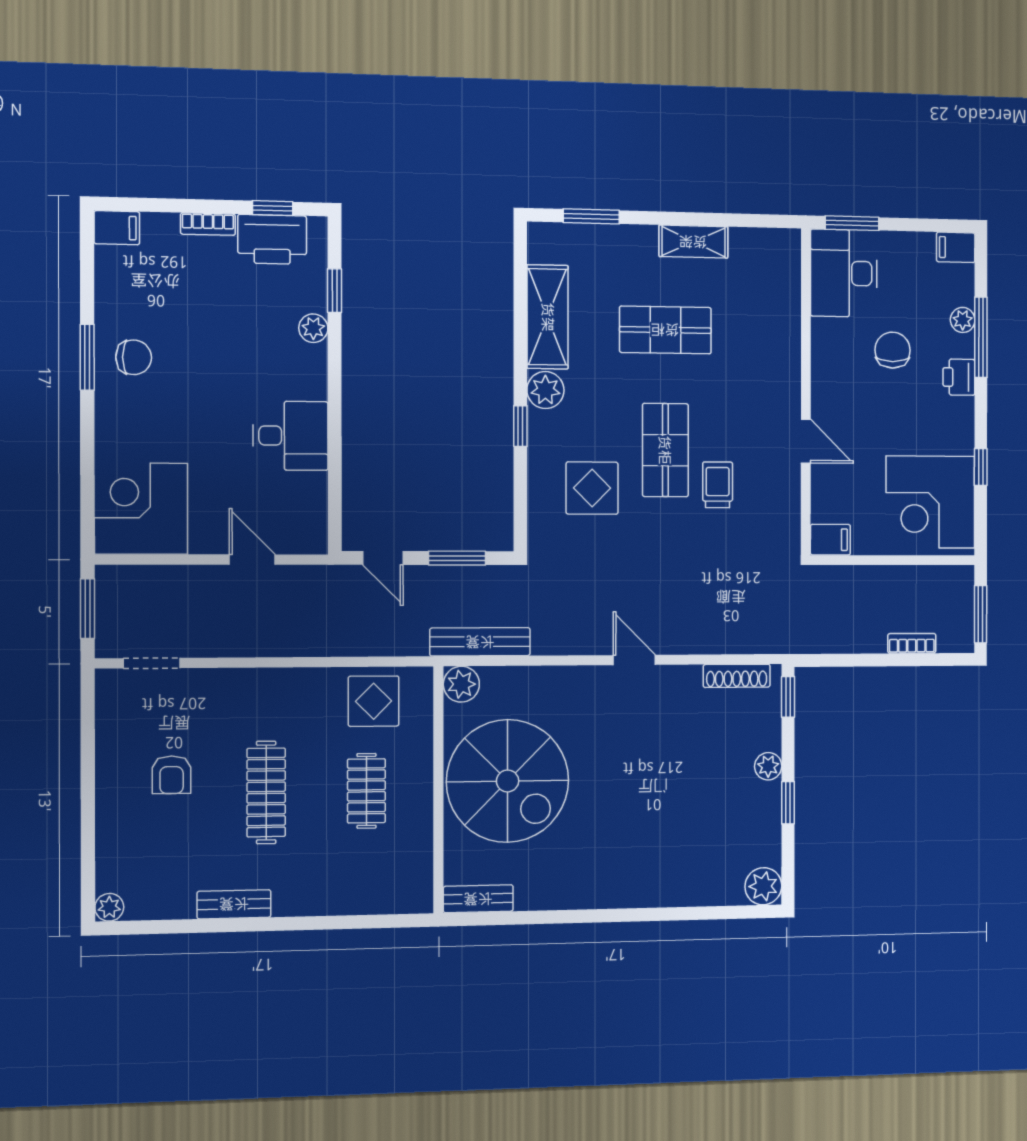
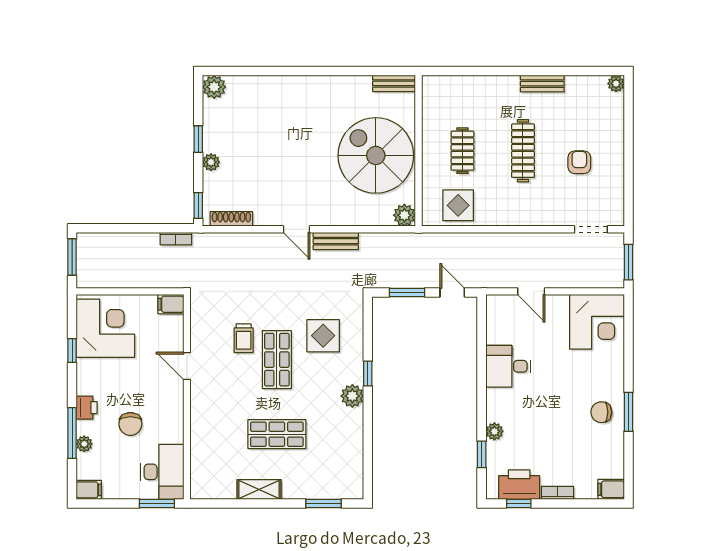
shelving: (548, 317) -> (351, 441), removed
bench: (480, 642) -> (336, 241), moved, width x0.73
bookcase: (912, 643) -> (176, 239), moved

